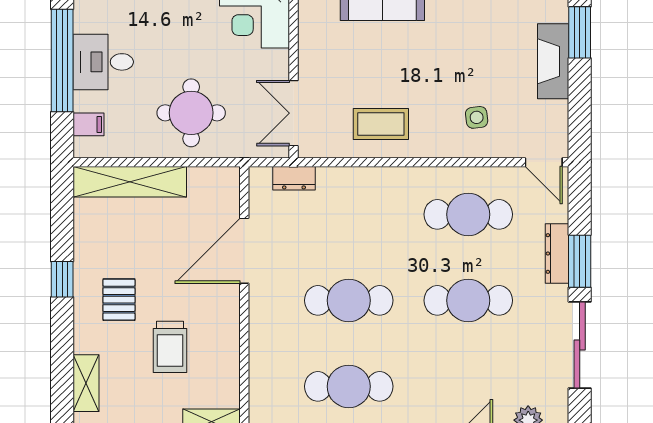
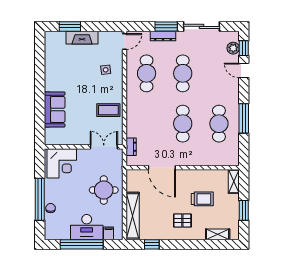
desk: (103, 62) -> (87, 227), width x1.37
double door: (293, 113) -> (104, 147), swing flipped
coffee table: (381, 124) -> (108, 110), turned 90
window: (62, 279) -> (152, 244), moved

